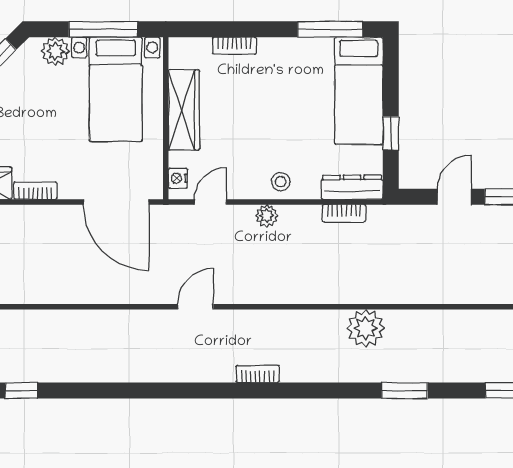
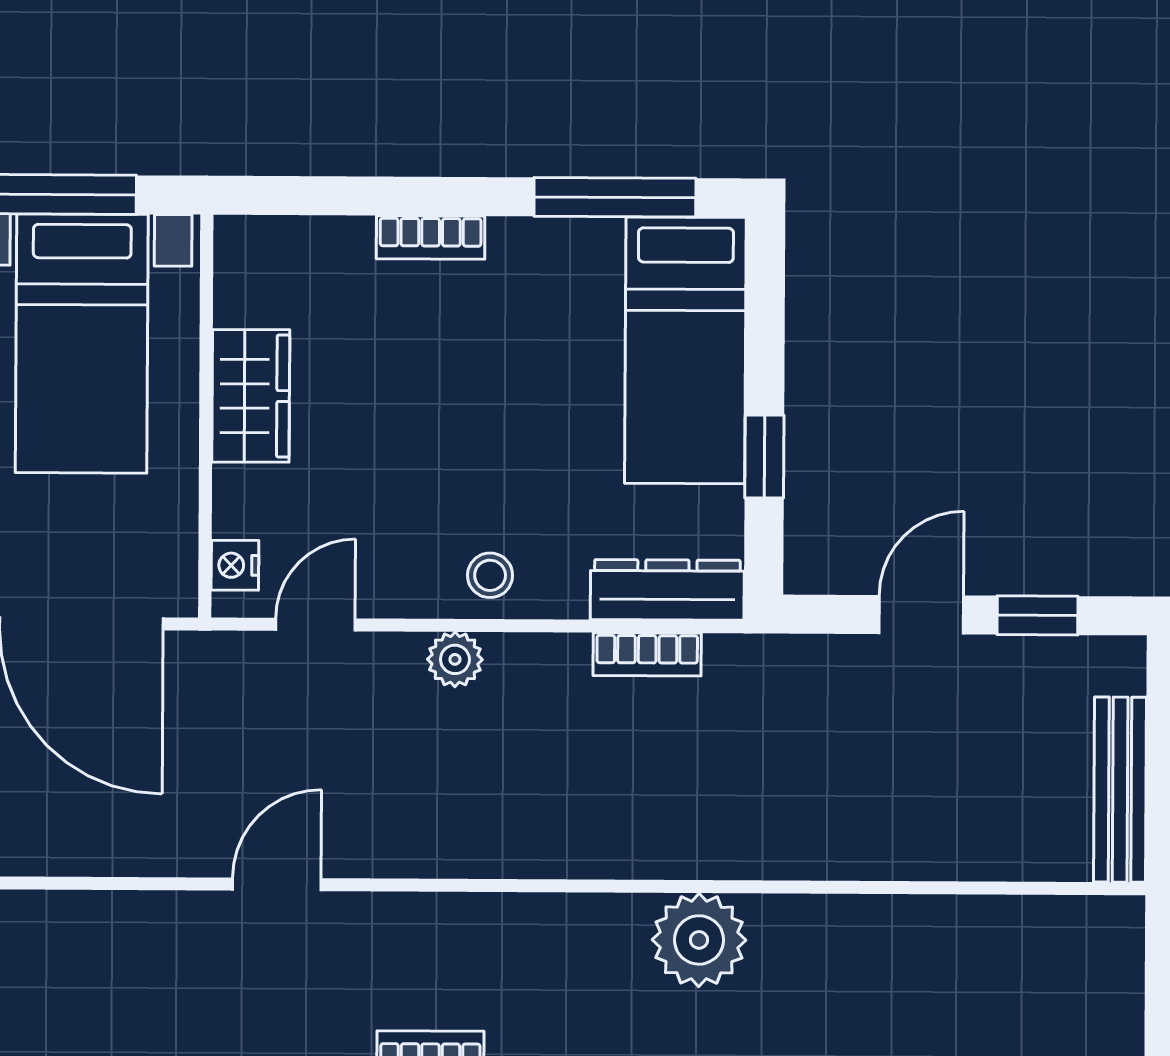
bookcase: (234, 46) -> (431, 237), moved
wardrobe: (184, 110) -> (251, 396), width x0.67

